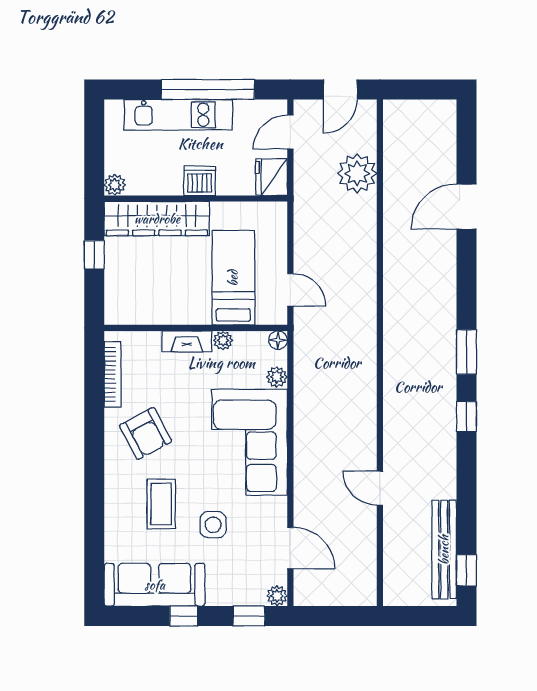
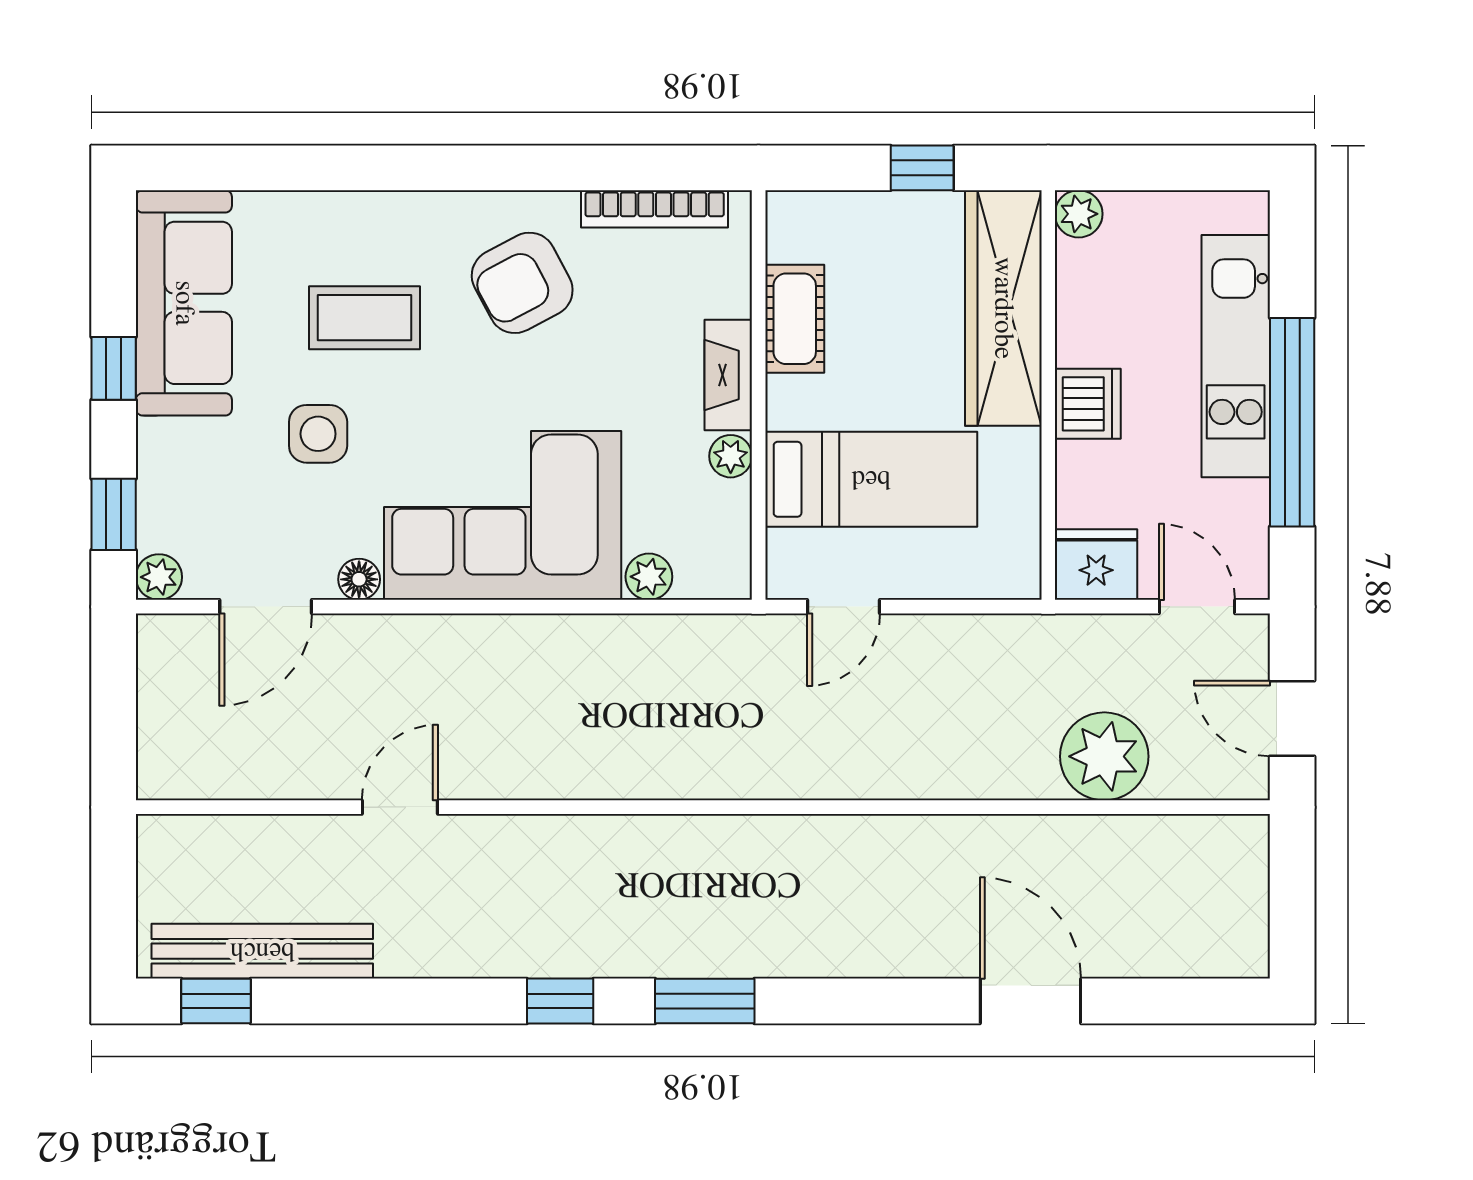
cot: (162, 312) -> (795, 319), added
floor lamp: (278, 340) -> (359, 579), moved

